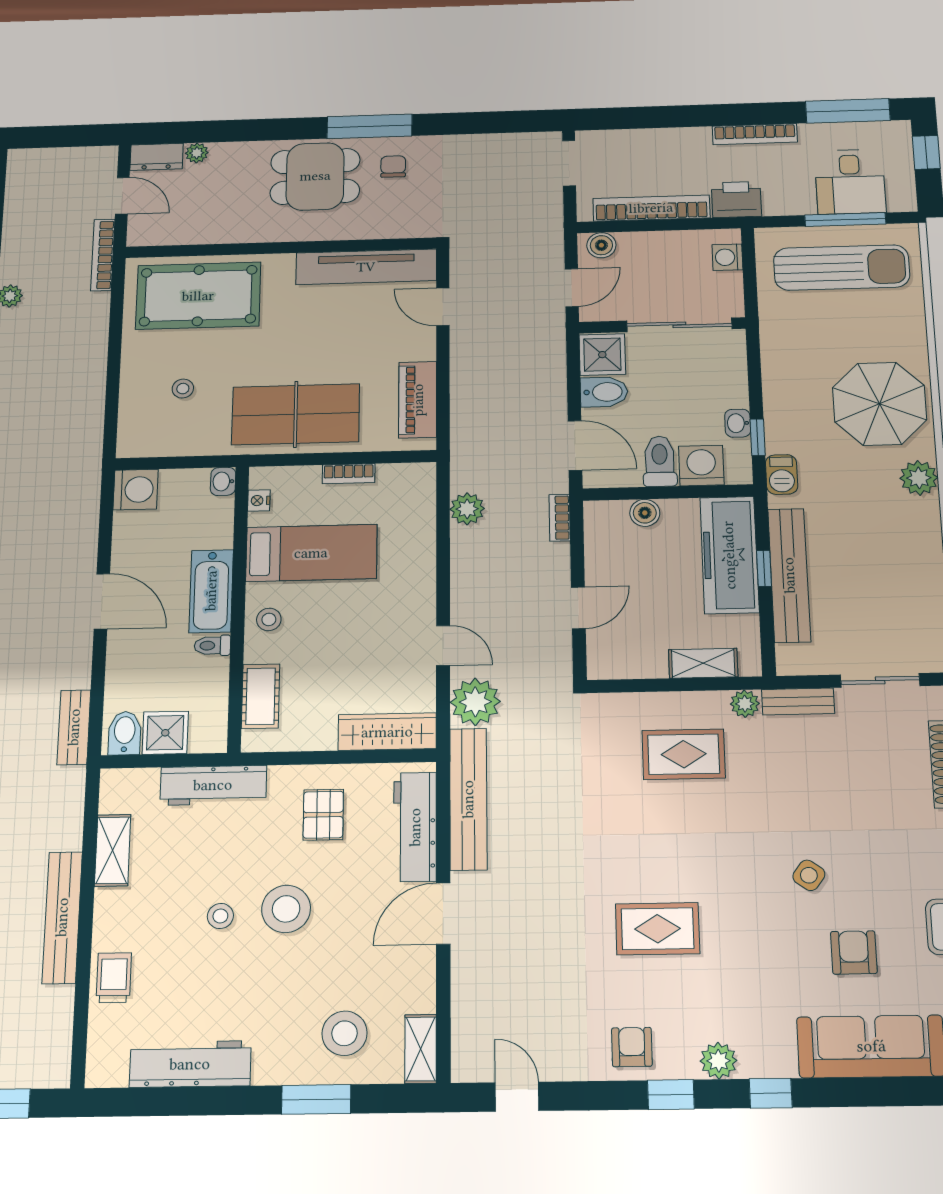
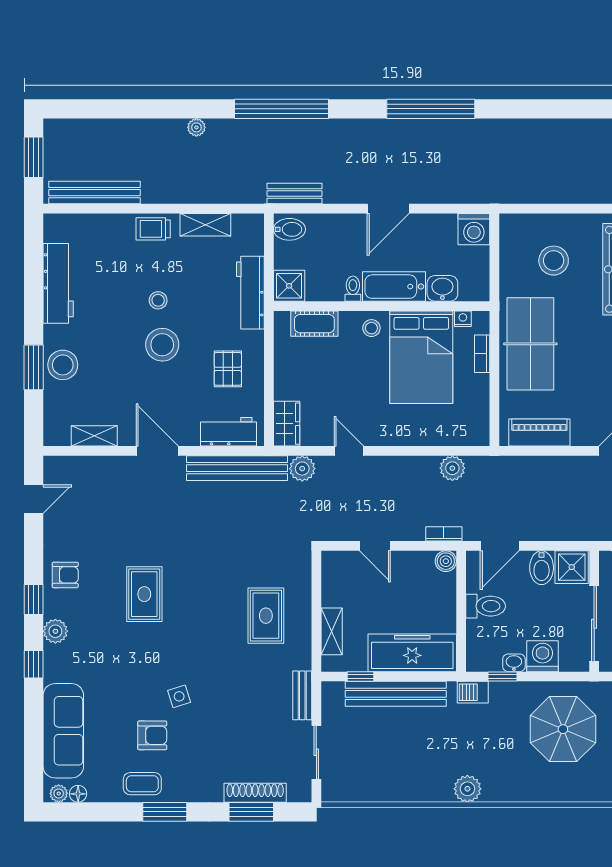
stool: (183, 389) -> (554, 261), width x1.89, depth x1.89
parasol: (880, 404) -> (563, 729), moved
washing machine: (701, 465) -> (542, 656), moved, turned -90
bookcase: (349, 474) -> (482, 354), moved
washbasin: (223, 481) -> (442, 288), moved, width x1.38, depth x1.45
boiler: (645, 513) -> (446, 561), moved
bed: (311, 553) -> (421, 357), width x1.50
window: (764, 568) -> (361, 677), moved
door: (443, 646) -> (349, 451), swing flipped
plant: (475, 702) -> (302, 469), width x0.73, depth x0.73
plant: (745, 704) -> (301, 659), removed
wardrobe: (387, 732) -> (287, 424), width x0.67
shower: (165, 733) -> (289, 286), moved
pallet: (323, 815) -> (228, 369), turned 90
workbench: (415, 827) -> (229, 432), width x0.73
side table: (809, 875) -> (179, 696), turned 37
bench: (62, 917) -> (94, 193), moved
armchair: (854, 952) -> (152, 735), moved
trolley: (114, 978) -> (153, 229), moved, turned 180
stool: (345, 1033) -> (63, 365), moved
shelving: (421, 1049) -> (94, 436), moved

